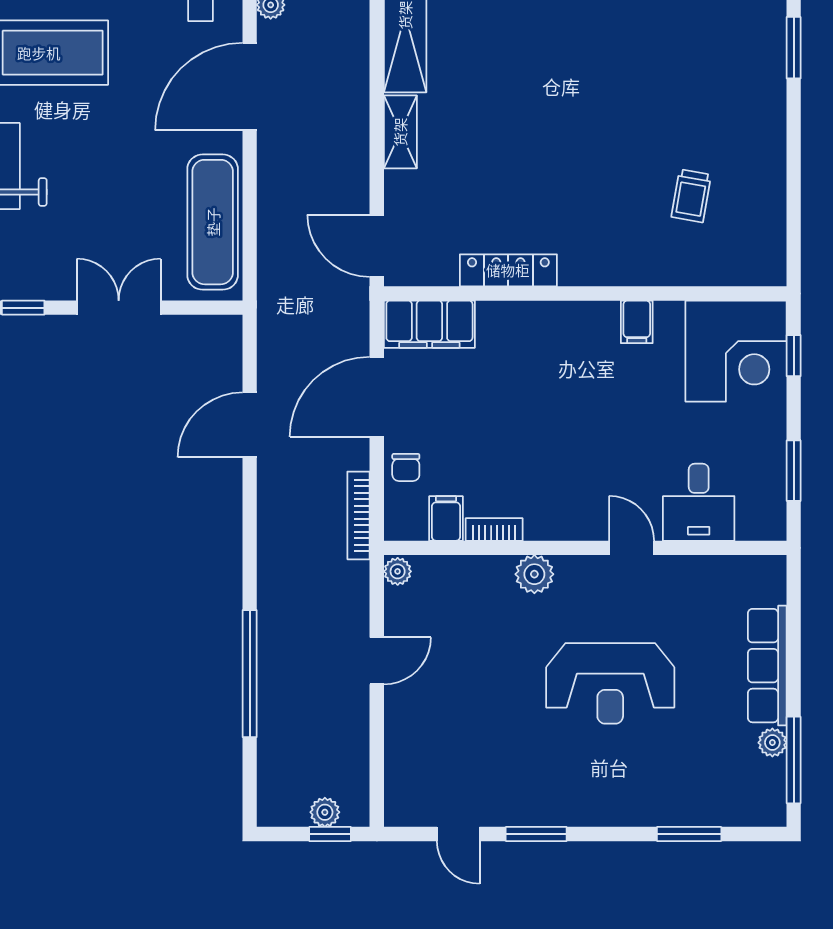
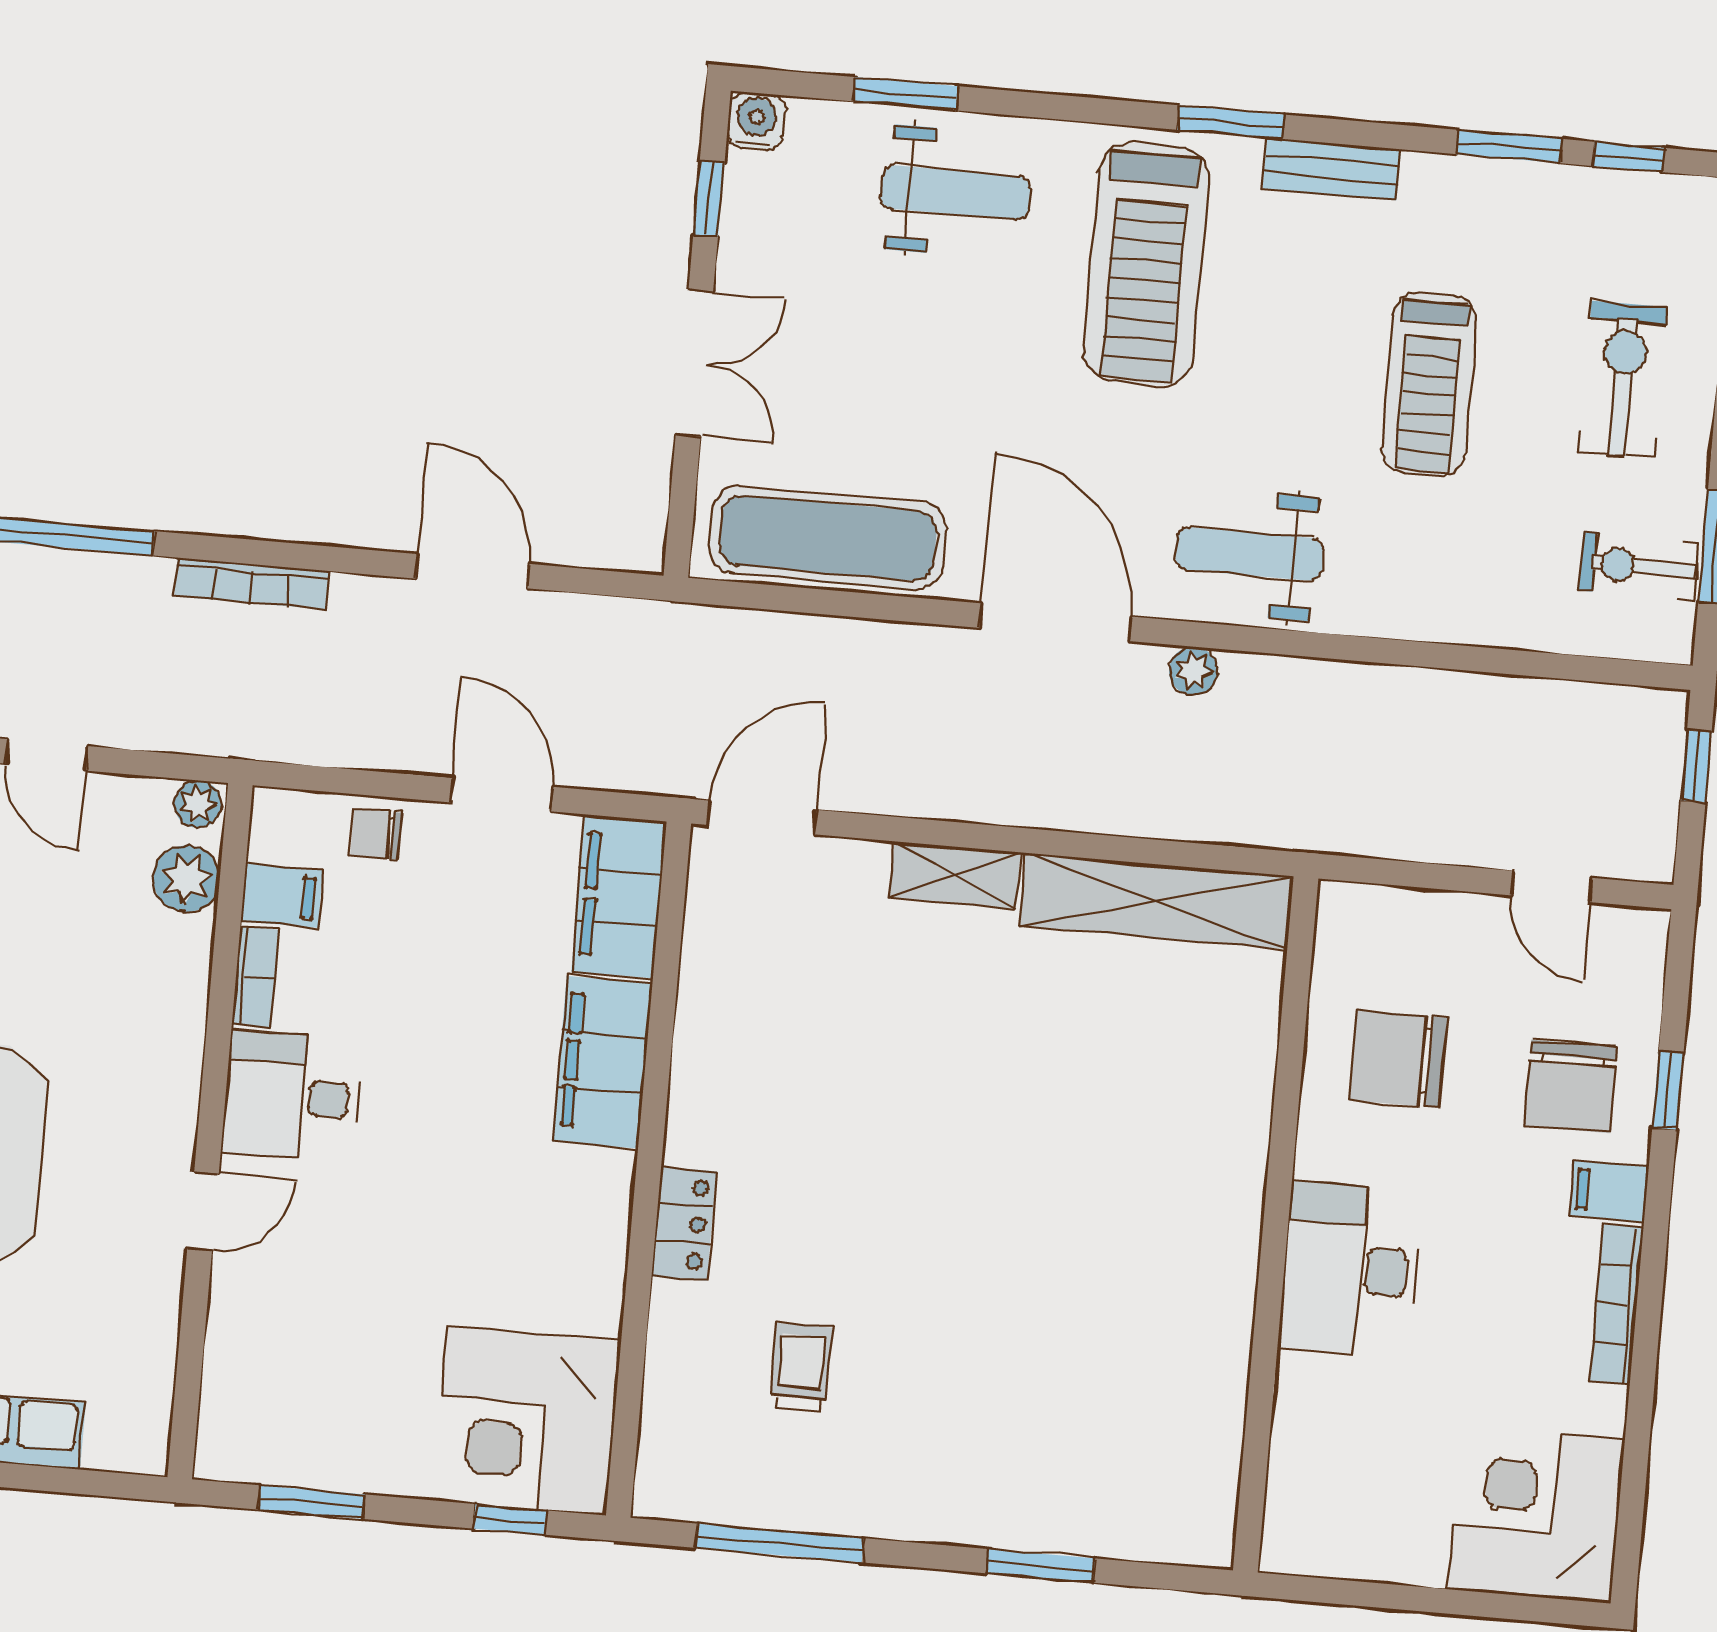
trolley: (691, 196) -> (801, 1367), turned 80
window: (794, 199) -> (780, 1543), added
locker: (508, 270) -> (684, 1224), moved, width x0.66
filing cabinet: (637, 322) -> (602, 1062), moved, width x3.00, depth x1.17
door: (377, 397) -> (502, 795), width x0.73
desk: (699, 502) -> (292, 1096), moved
bookcase: (359, 515) -> (252, 584), moved, turned 180
plant: (534, 574) -> (186, 879), moved

